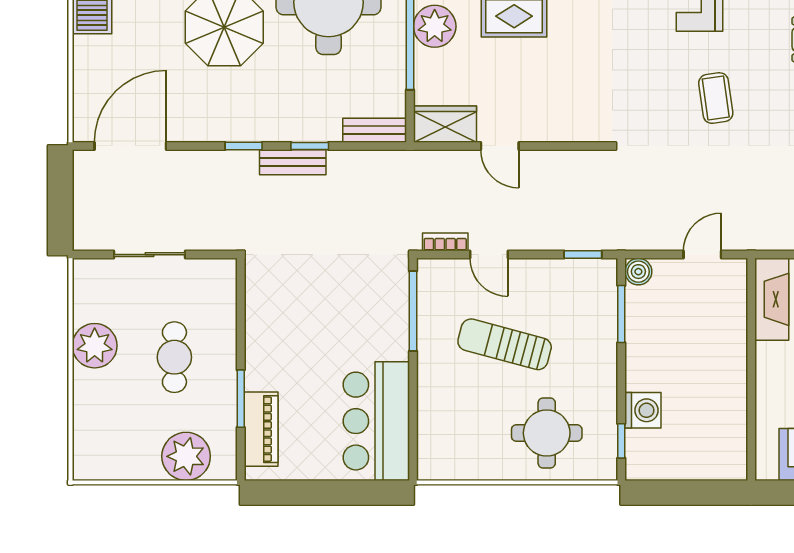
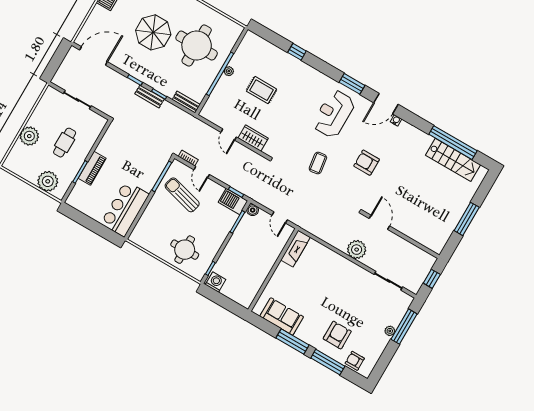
plant: (435, 26) -> (229, 71), width x0.53, depth x0.53
wardrobe: (445, 124) -> (253, 138), moved
door: (702, 255) -> (280, 217), swing flipped
barbecue: (588, 277) -> (233, 202), added
sun lounger: (505, 344) -> (182, 195), moved
plant: (95, 346) -> (29, 136), moved
washing machine: (643, 410) -> (216, 282), moved, turned -90
piano: (261, 429) -> (92, 168), moved

